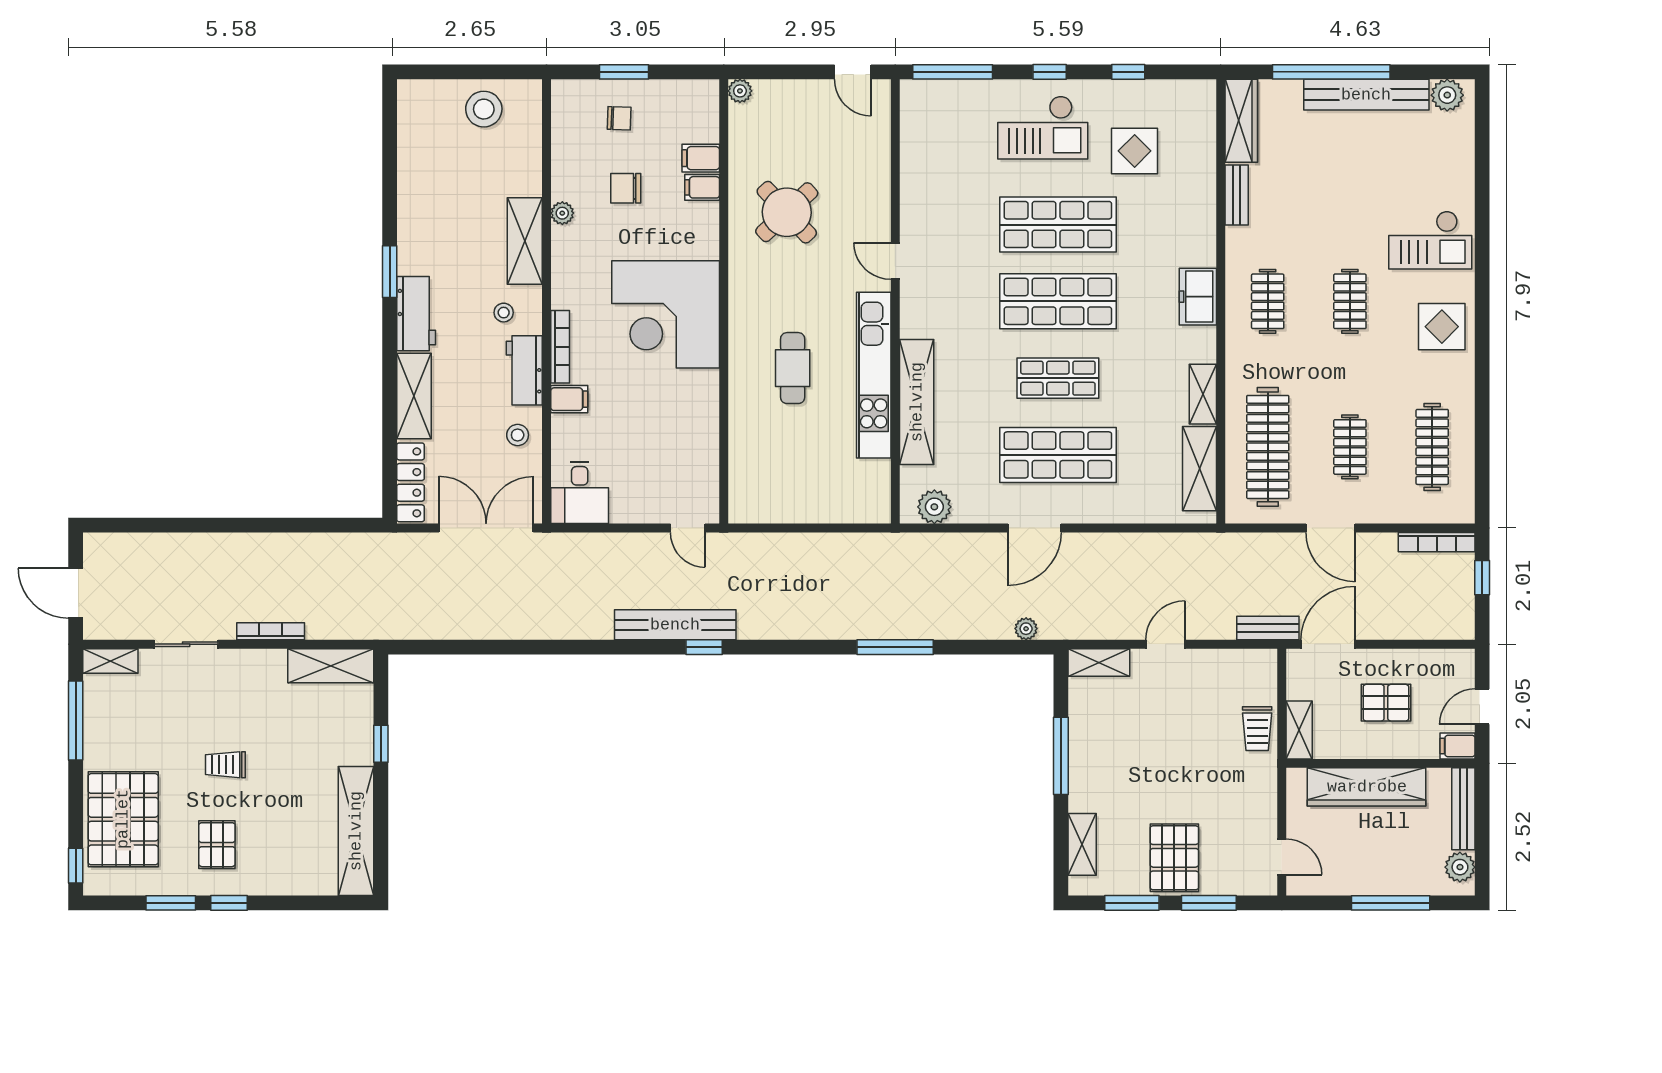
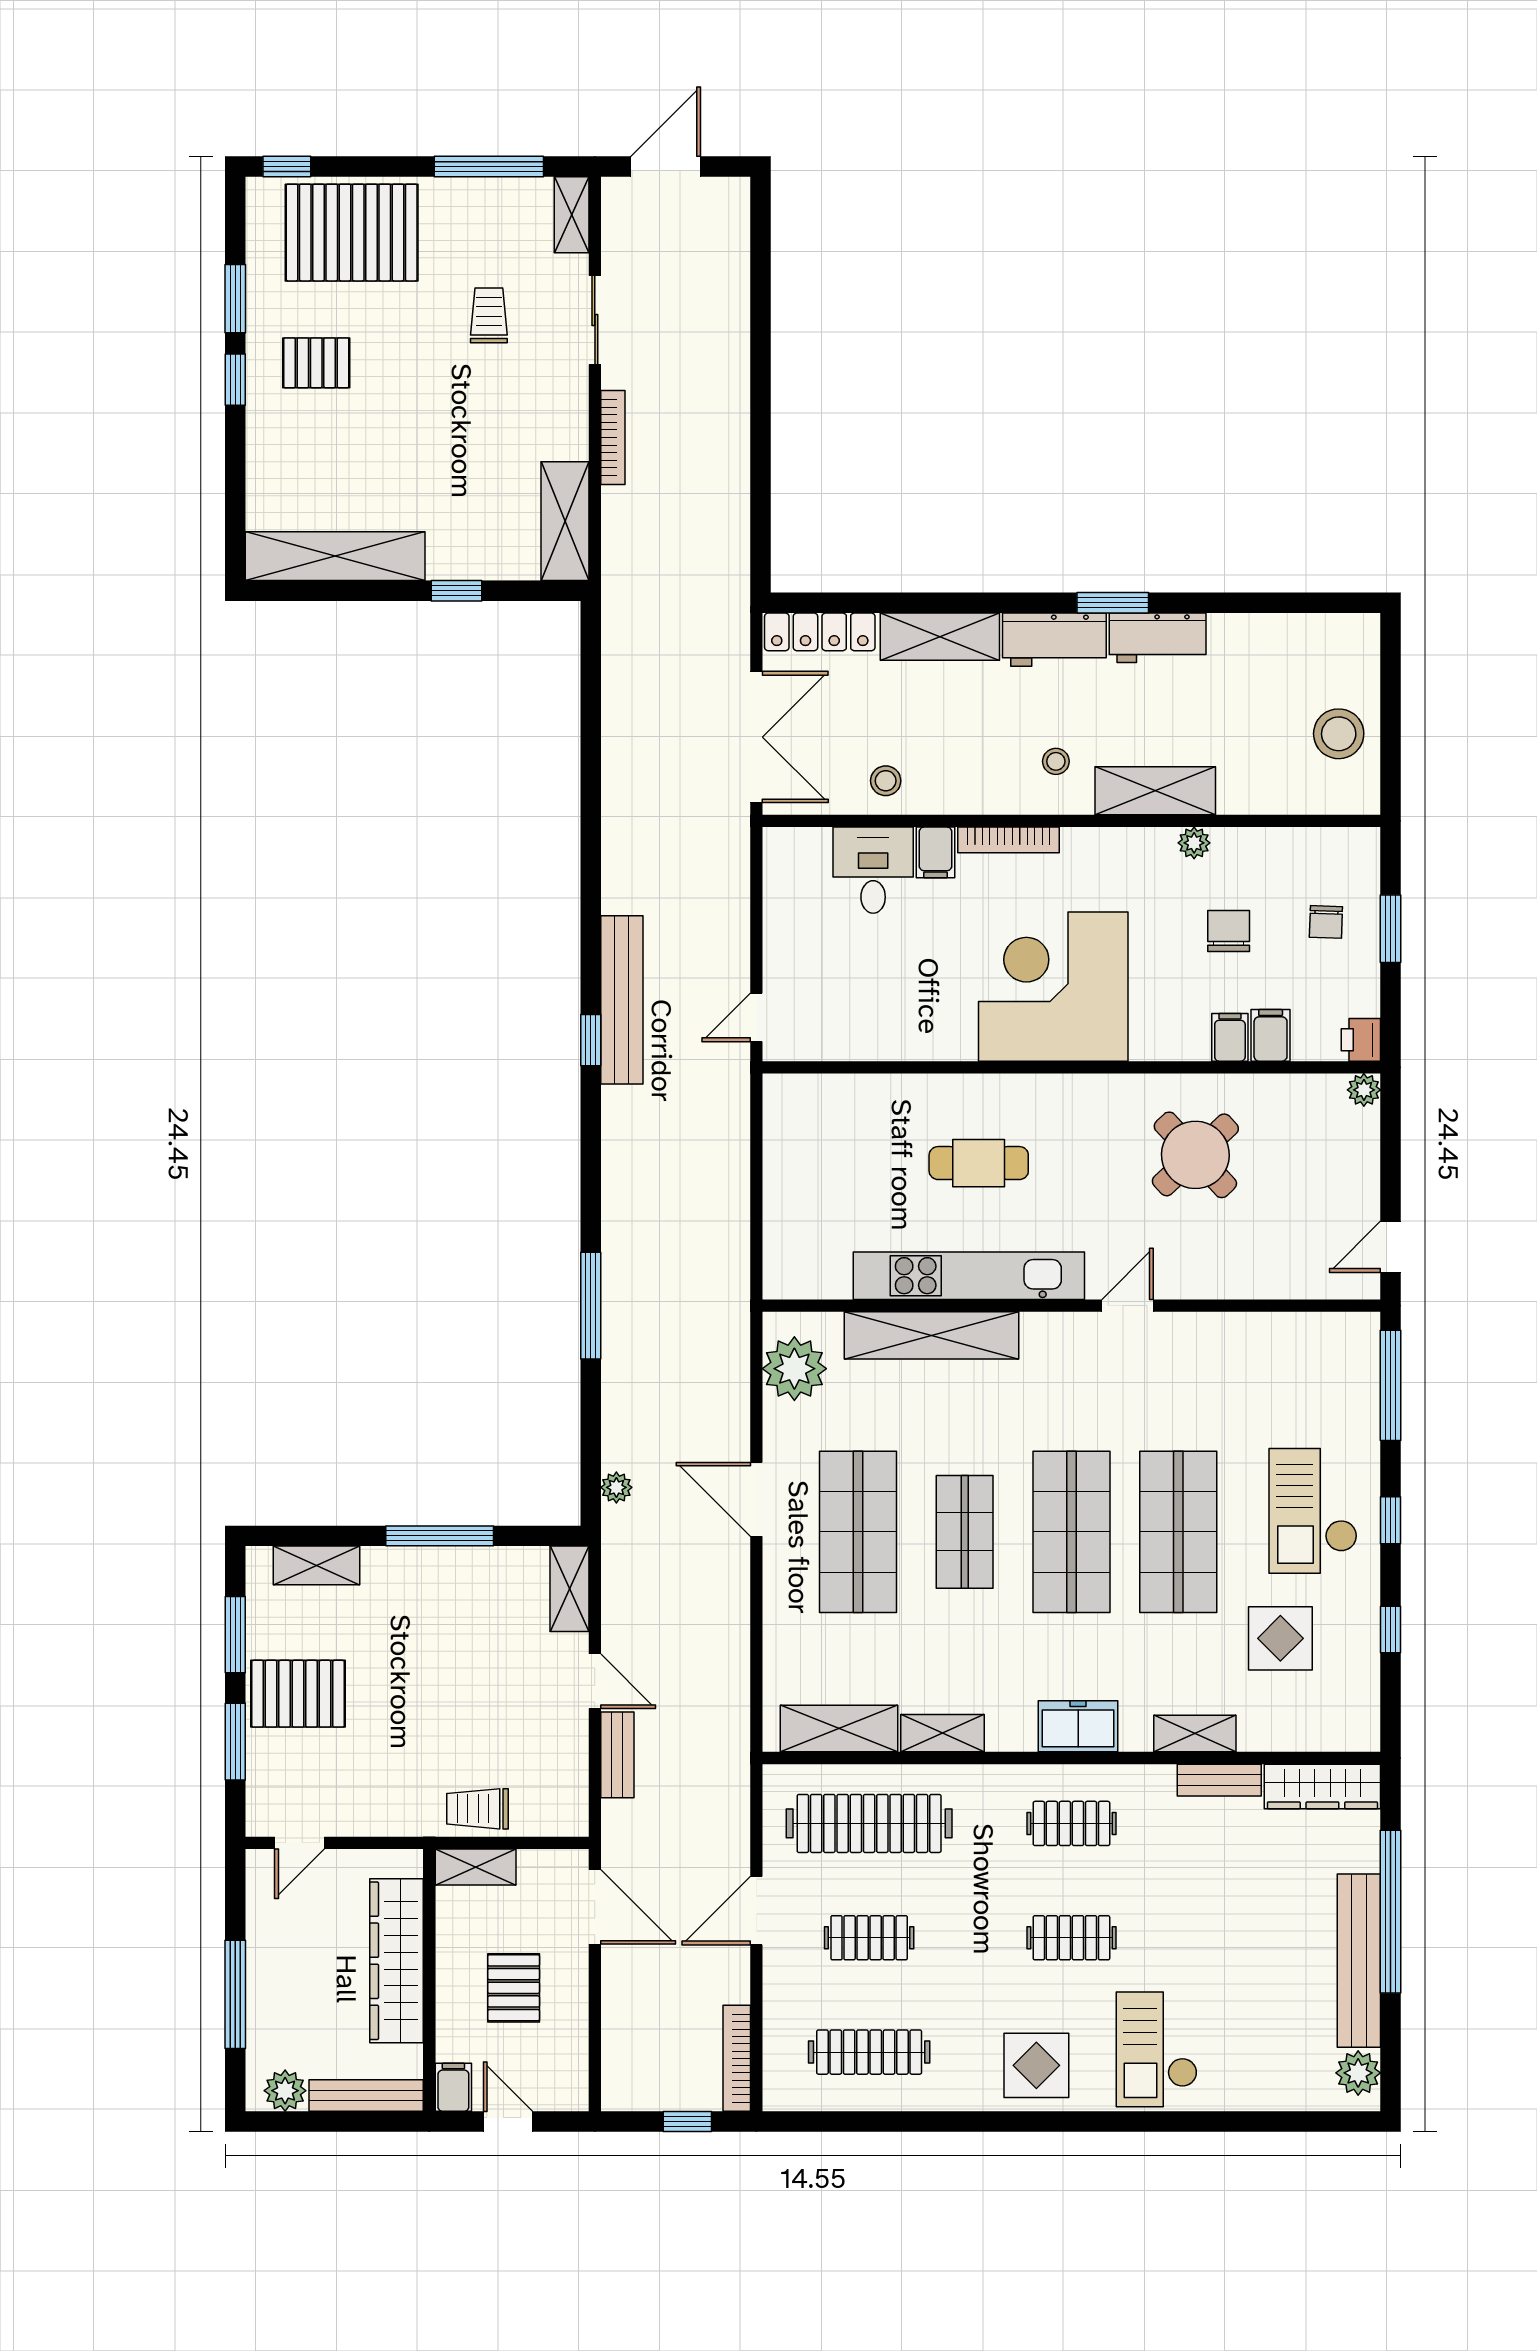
printer: (704, 93) -> (1361, 1040), added
shelving: (1203, 213) -> (1195, 1734), added
workbench: (524, 370) -> (1158, 638), moved, turned 180
desk: (580, 493) -> (873, 870), moved, turned 90
plant: (934, 507) -> (794, 1369), width x1.36, depth x1.36
bench: (1268, 628) -> (617, 1755), moved
trolley: (225, 765) -> (489, 315), moved

